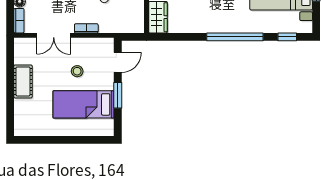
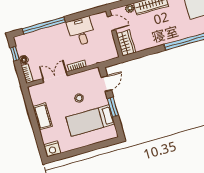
double door: (54, 35) -> (55, 77), swing flipped
nightstand: (24, 127) -> (52, 149), added

